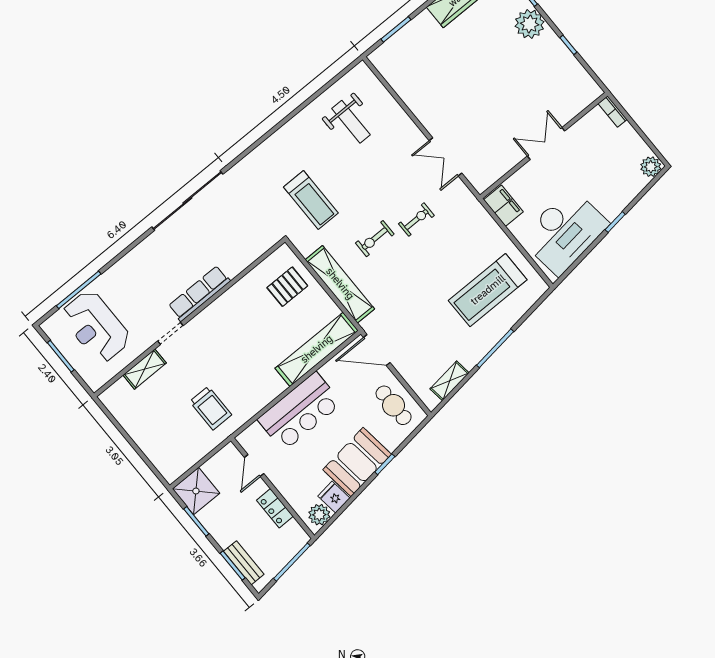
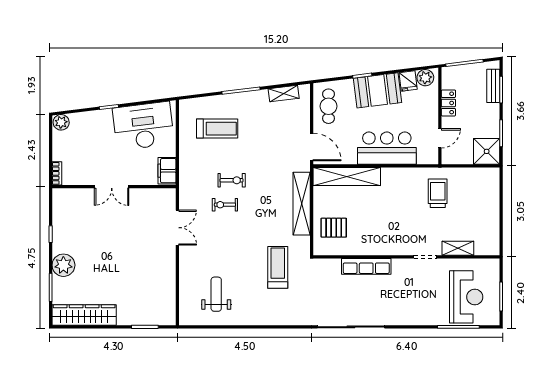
exercise bike: (375, 239) -> (232, 180), moved
treadmill: (488, 290) -> (217, 129), width x0.73, depth x0.73
row of seats: (199, 294) -> (366, 266), moved

